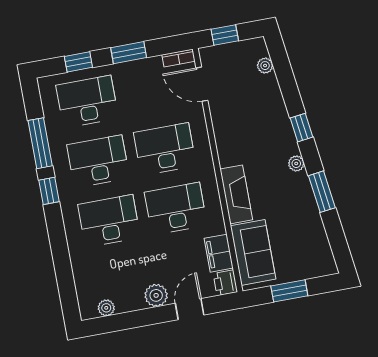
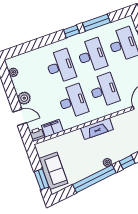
window: (322, 192) -> (94, 179), width x2.11
fireplace: (236, 194) -> (97, 129), moved
sofa: (253, 252) -> (53, 171), moved, turned -90
window: (289, 291) -> (41, 179), moved

